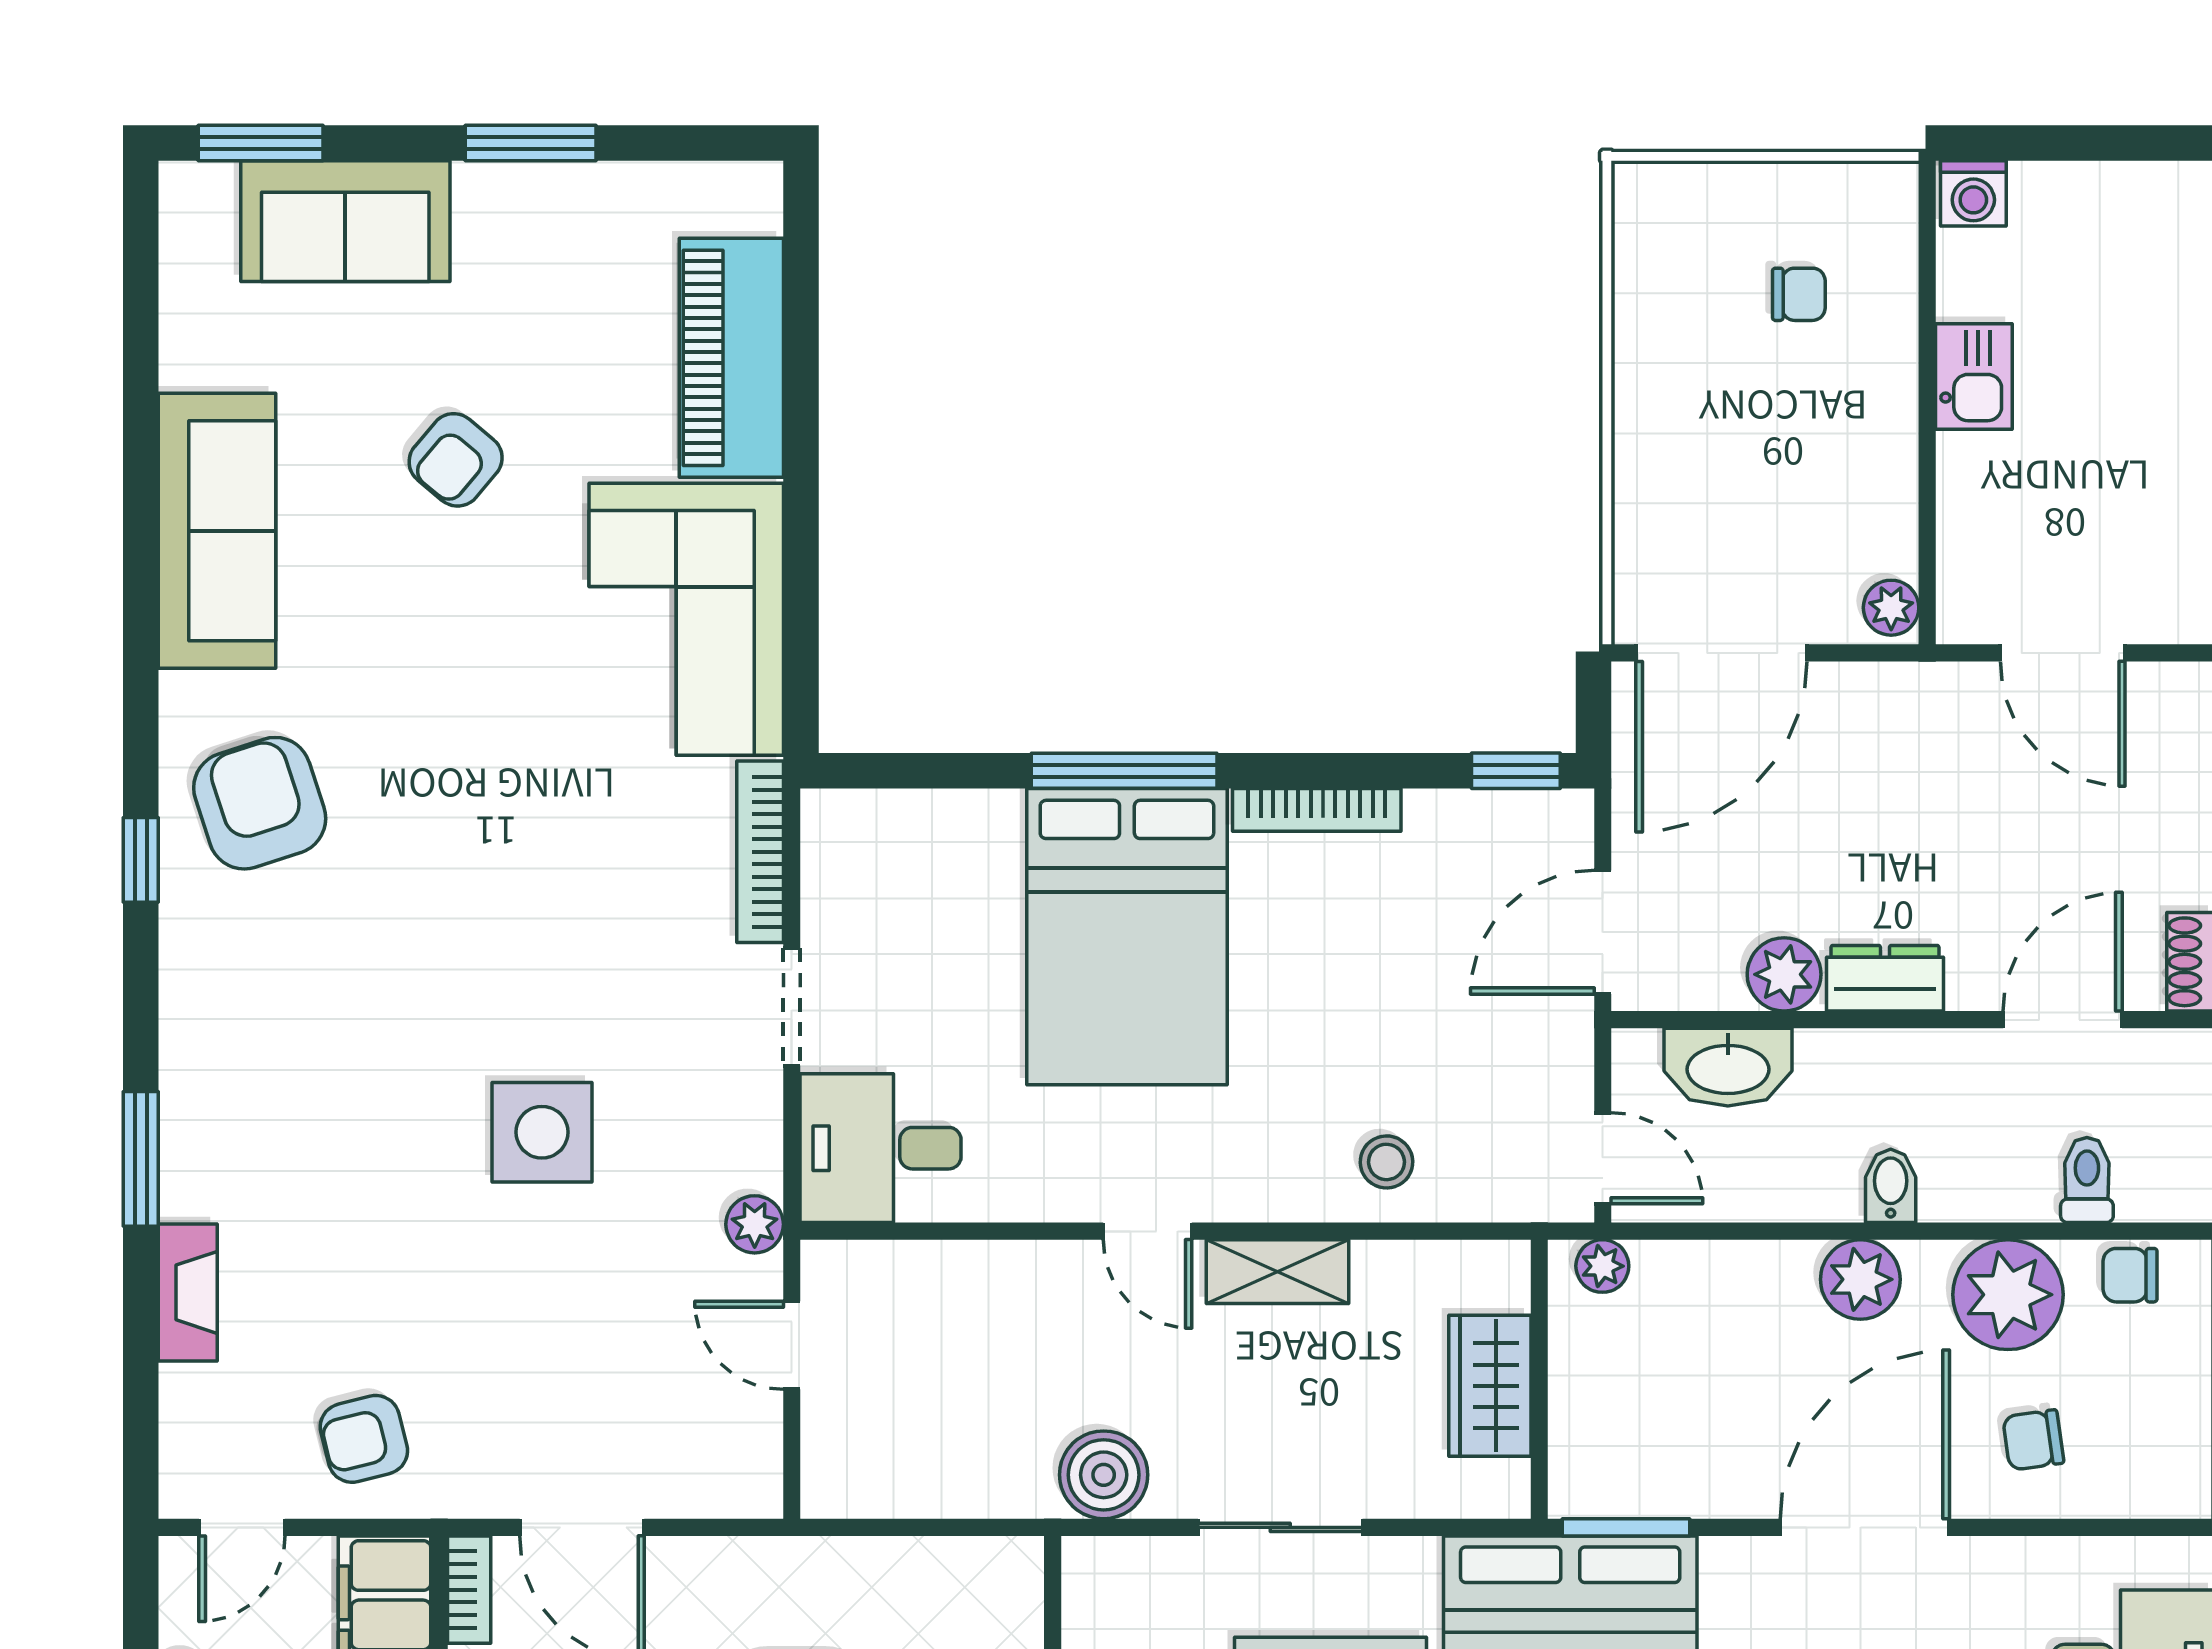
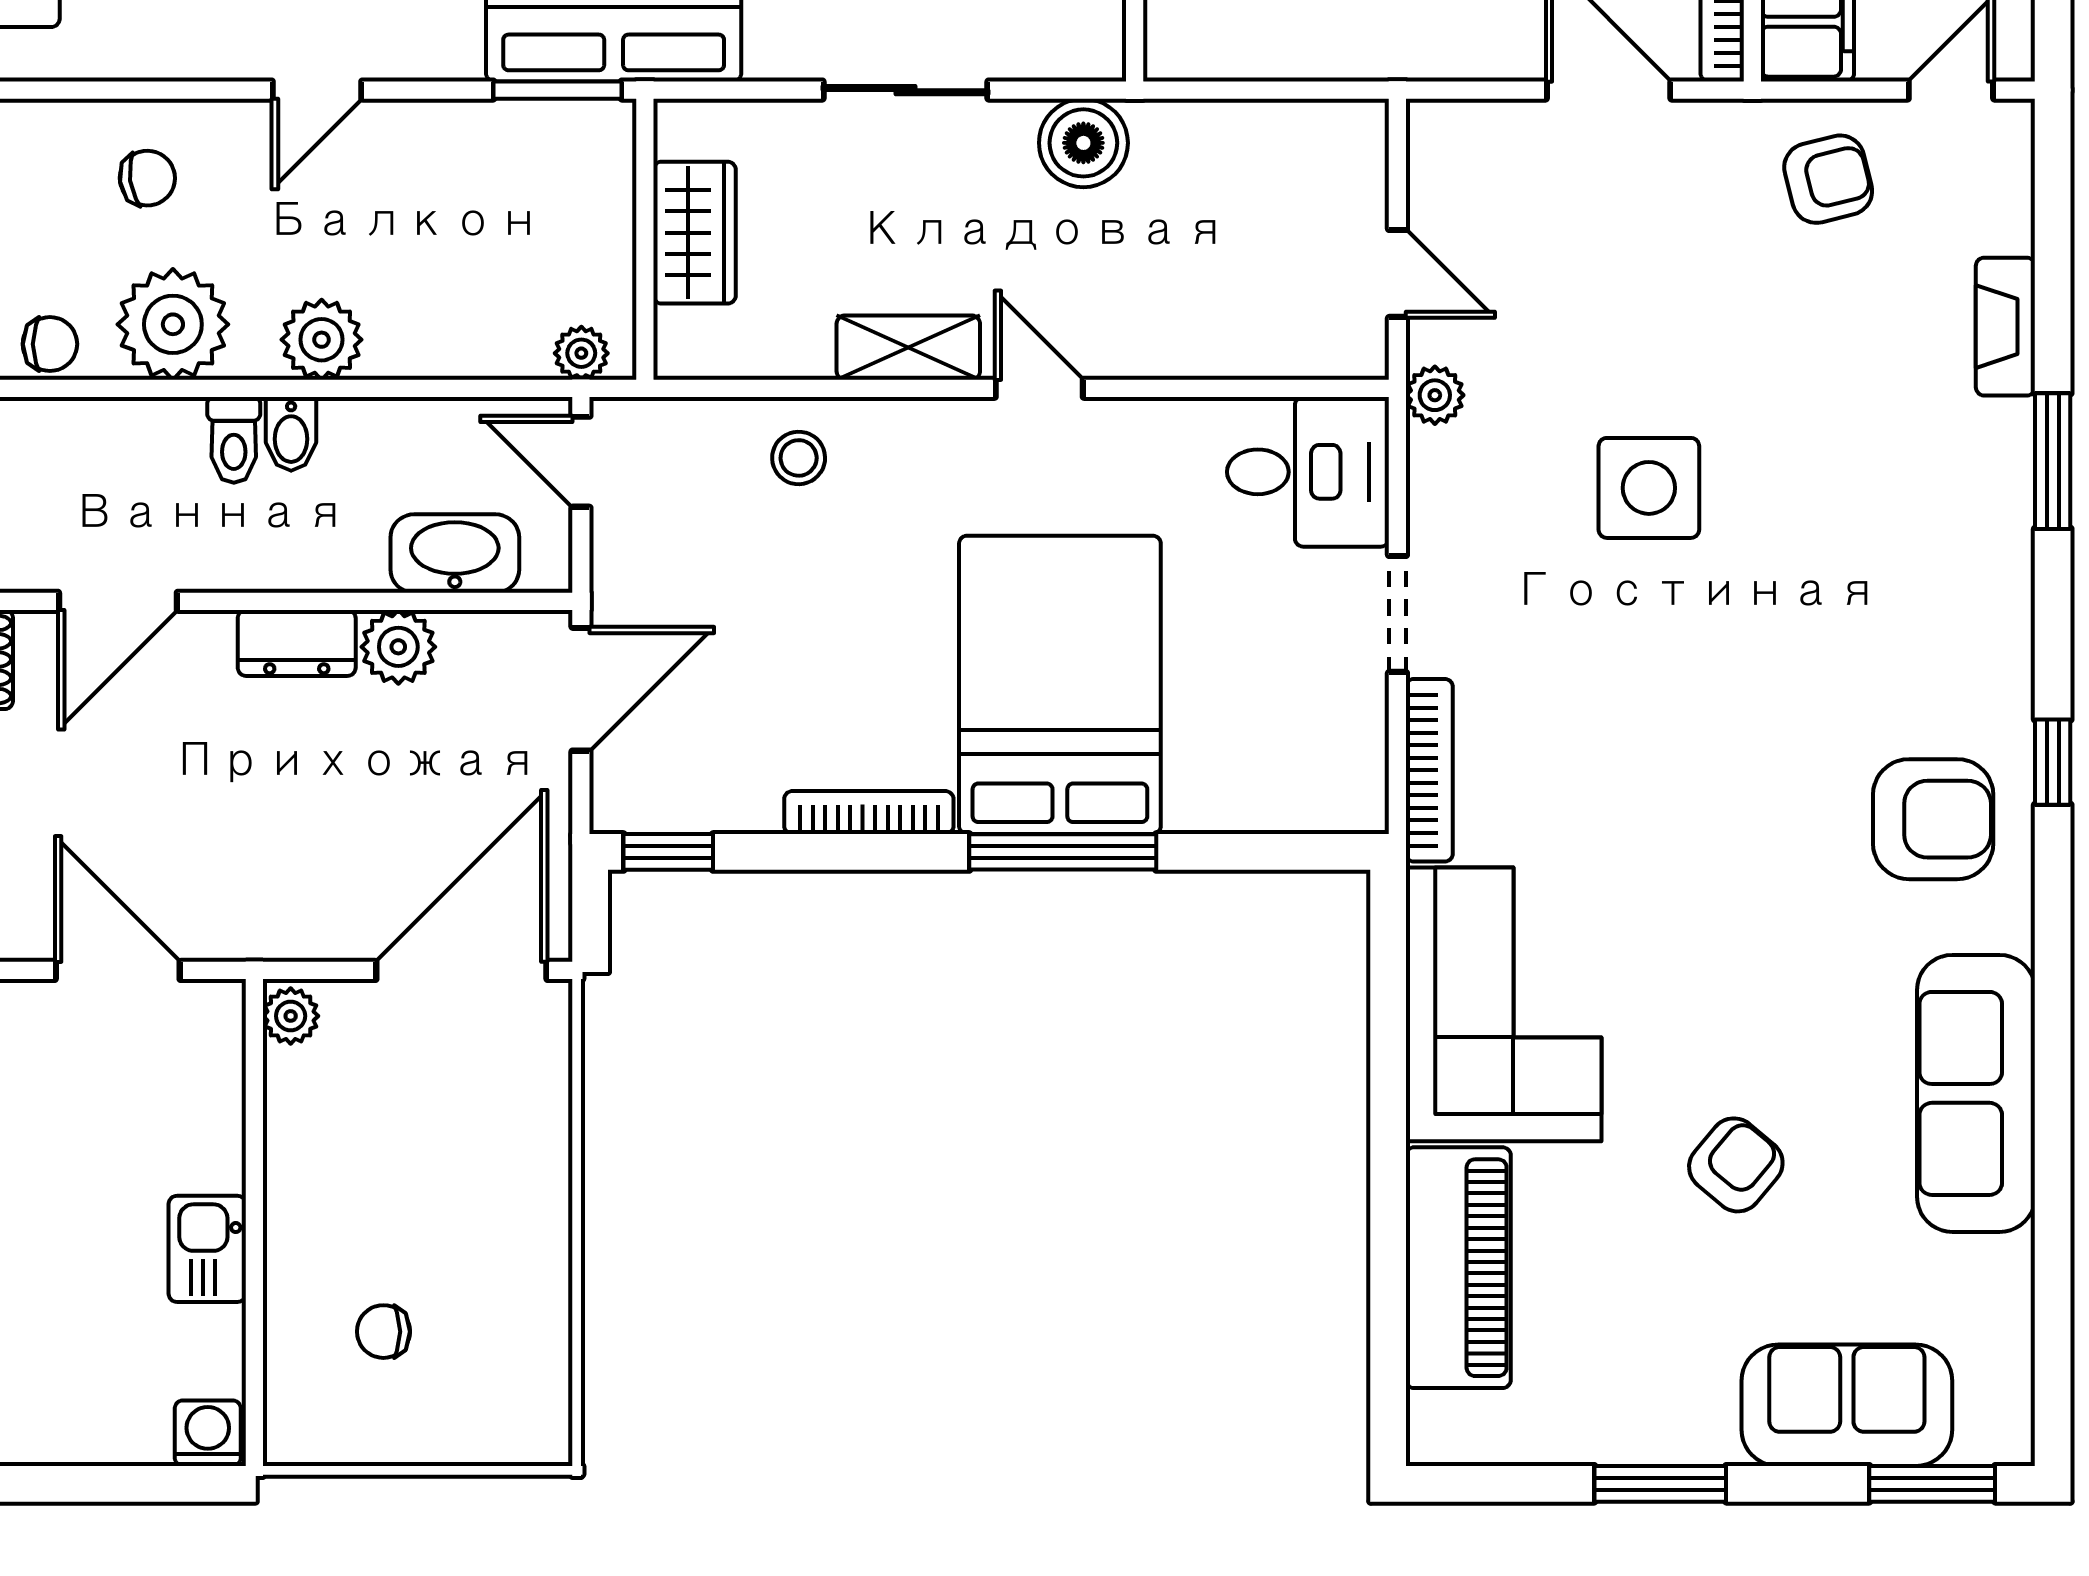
armchair: (260, 803) -> (1933, 819), turned -72
toilet: (2087, 1180) -> (234, 440), moved
door: (1865, 1527) -> (317, 90), width x0.53

